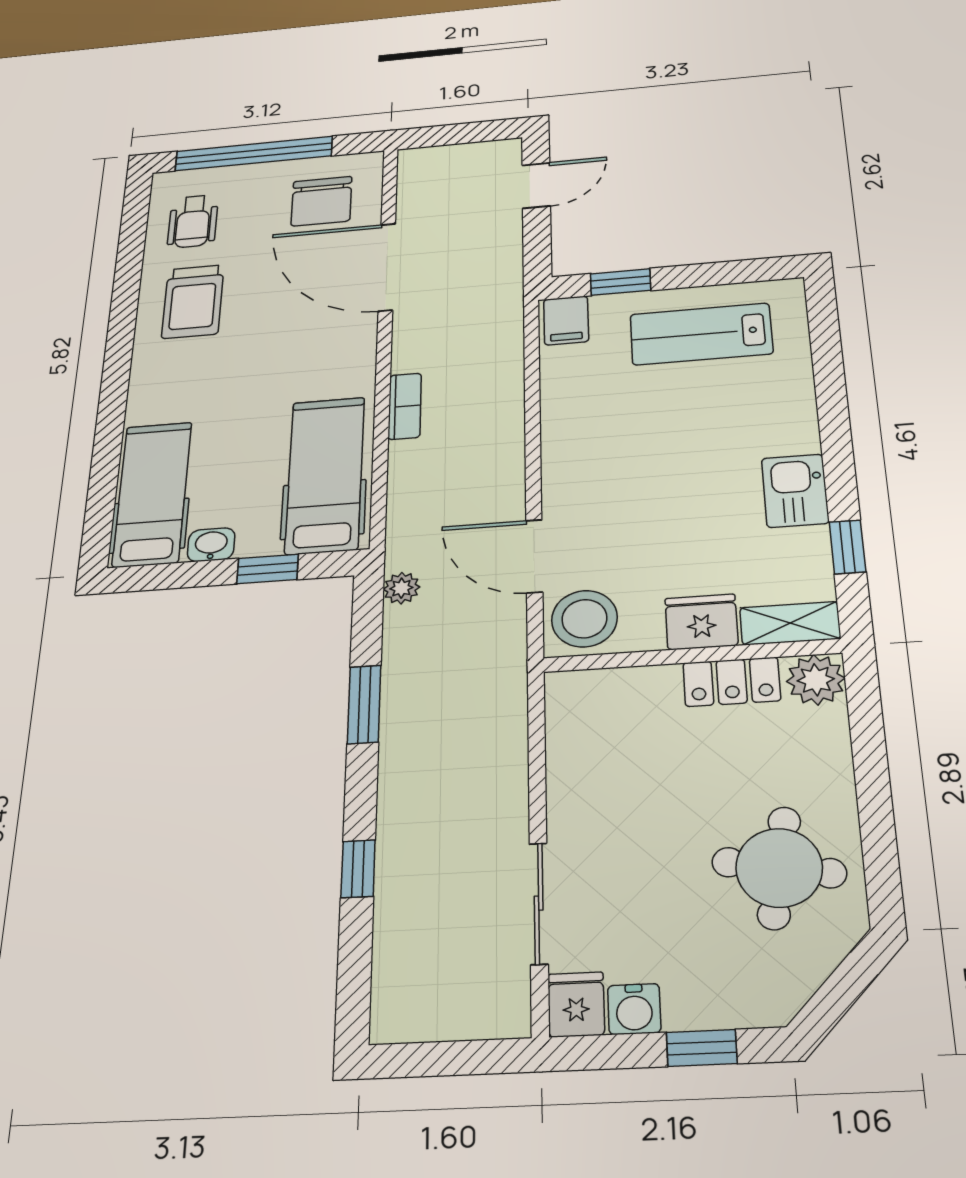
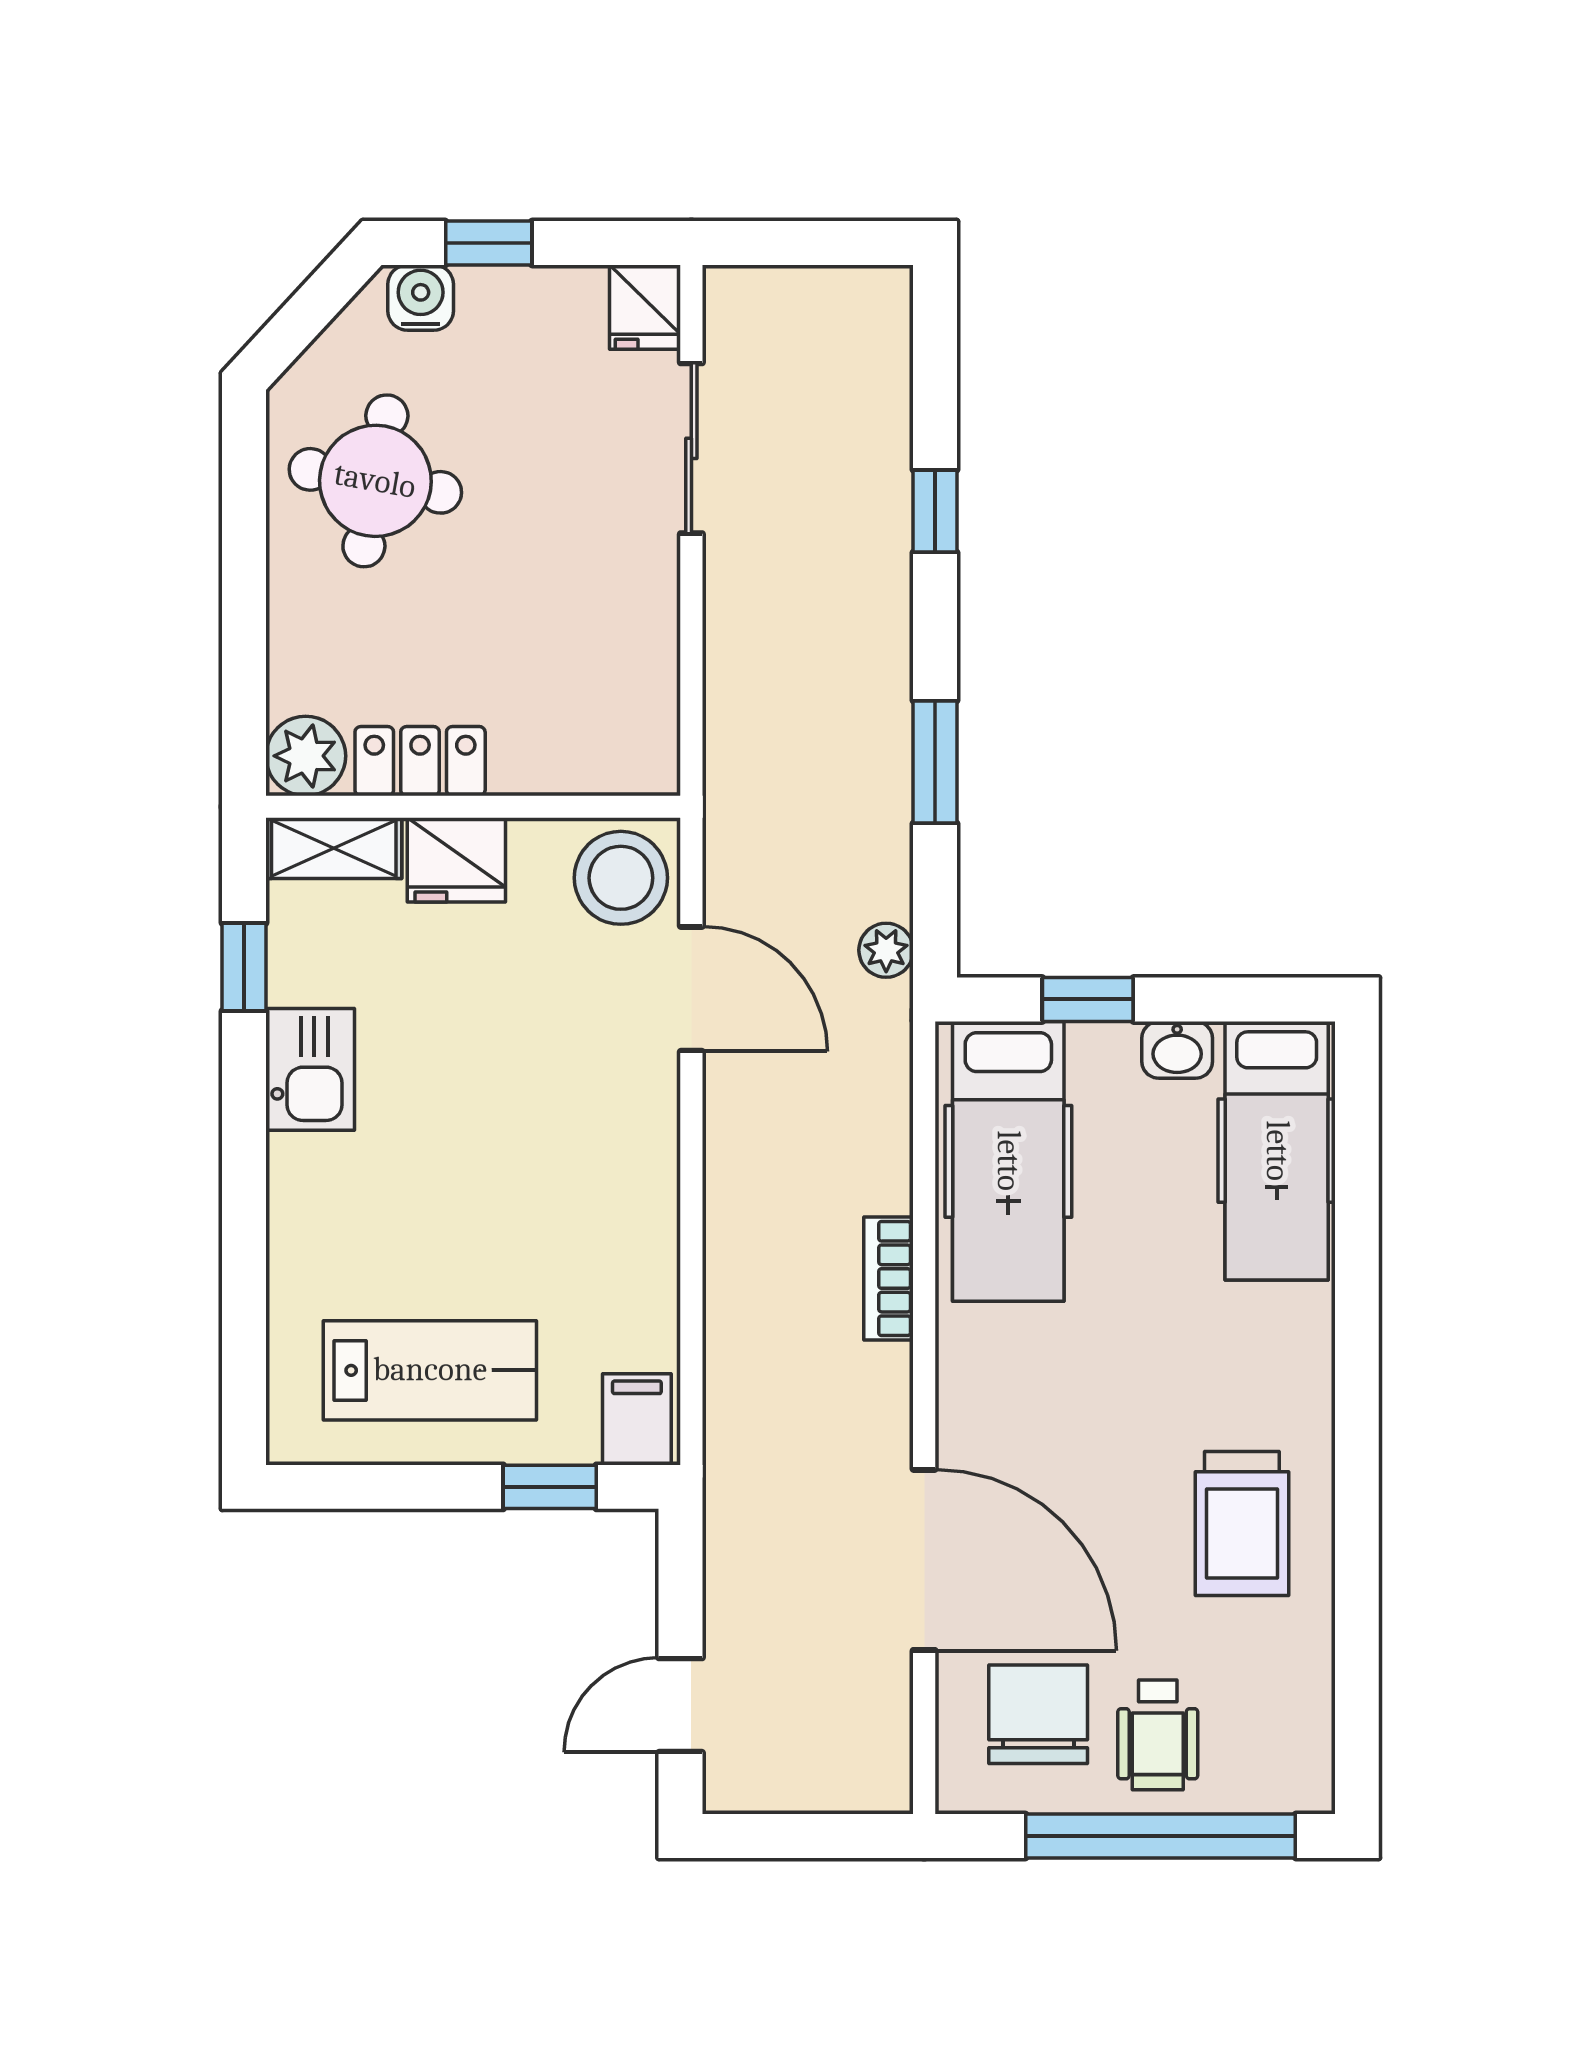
wheelchair: (193, 221) -> (1158, 1735), moved, turned 180
trolley: (193, 302) -> (1242, 1523), turned 180
water cooler: (634, 1009) -> (421, 298), moved

